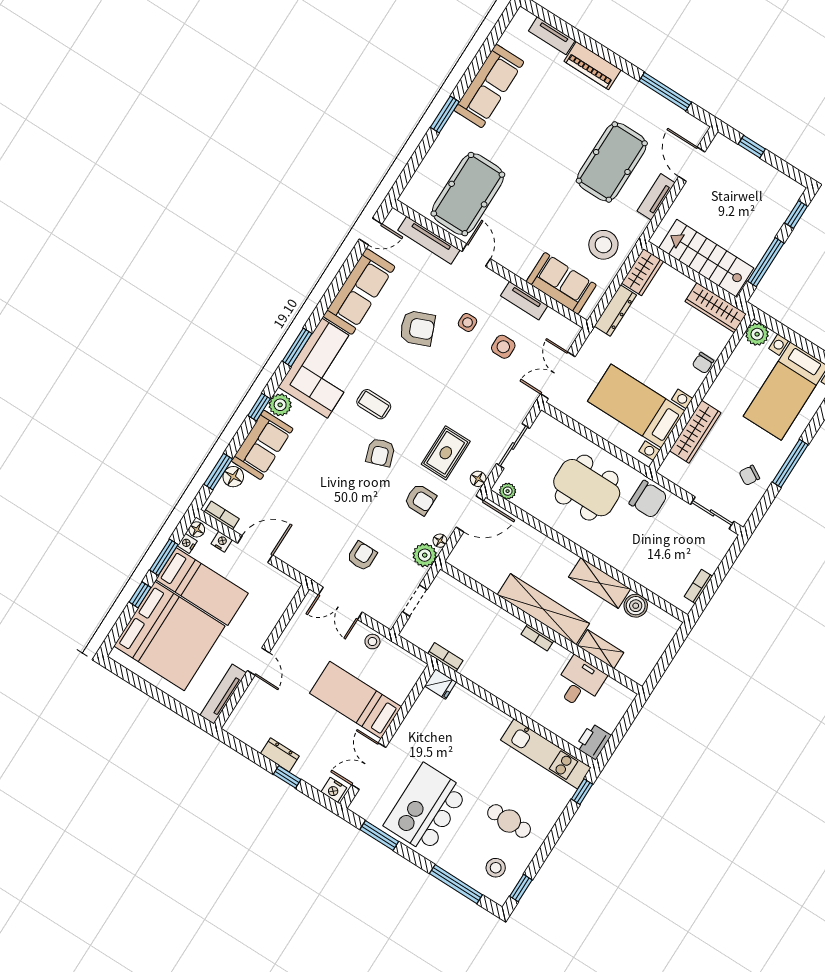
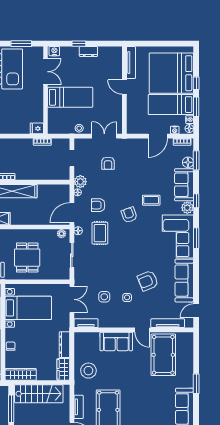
sofa: (561, 283) -> (116, 341), moved
tv unit: (524, 301) -> (86, 323), moved
coffee table: (374, 404) -> (151, 200), moved
dining table: (587, 488) -> (27, 258), width x0.73

